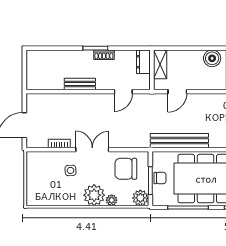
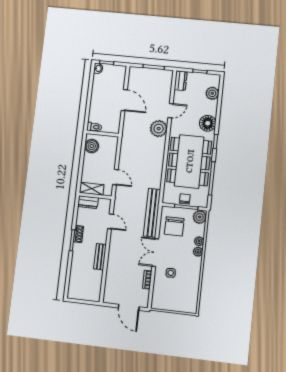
bench: (179, 141) -> (152, 213), moved
plant: (94, 195) -> (198, 252), width x0.53, depth x0.53

